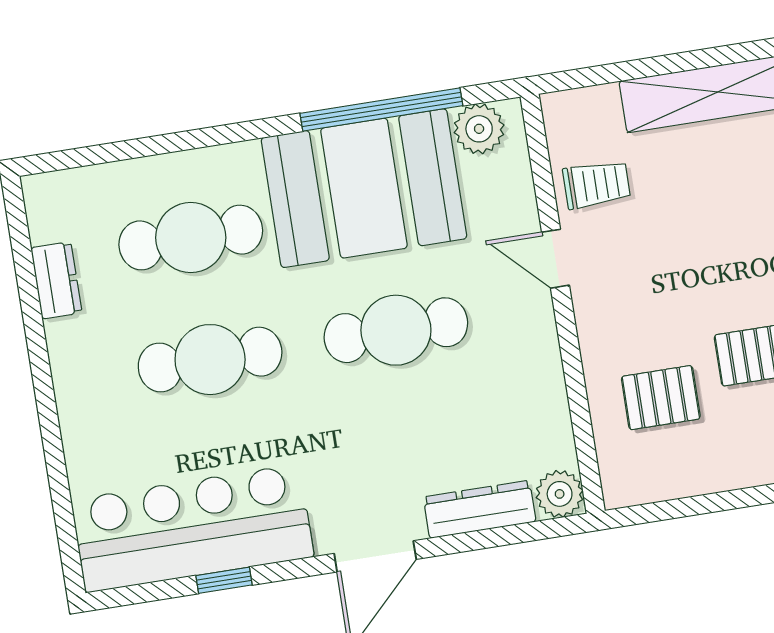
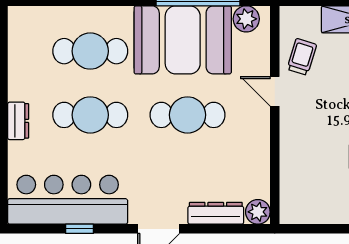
trolley: (597, 184) -> (302, 57), turned -73
dresser: (56, 280) -> (18, 121), moved
pallet: (661, 398) -> (317, 171), removed

